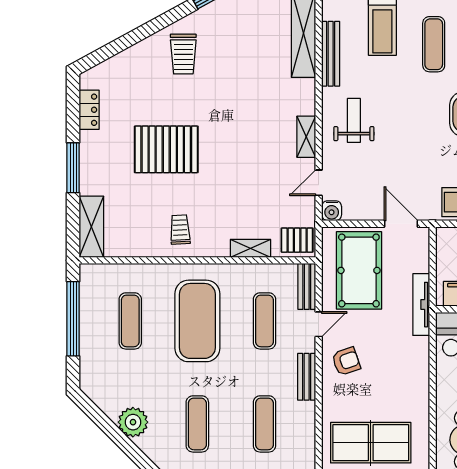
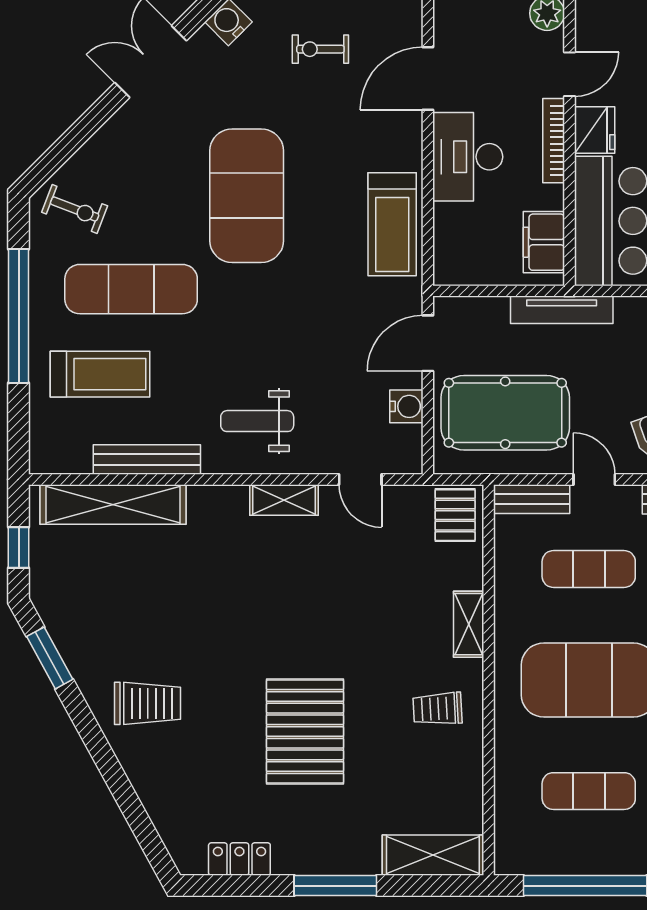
exercise mat: (434, 44) -> (131, 289), width x1.36, depth x1.45
water cooler: (332, 211) -> (406, 406), moved
shelving: (251, 248) -> (469, 624), moved

